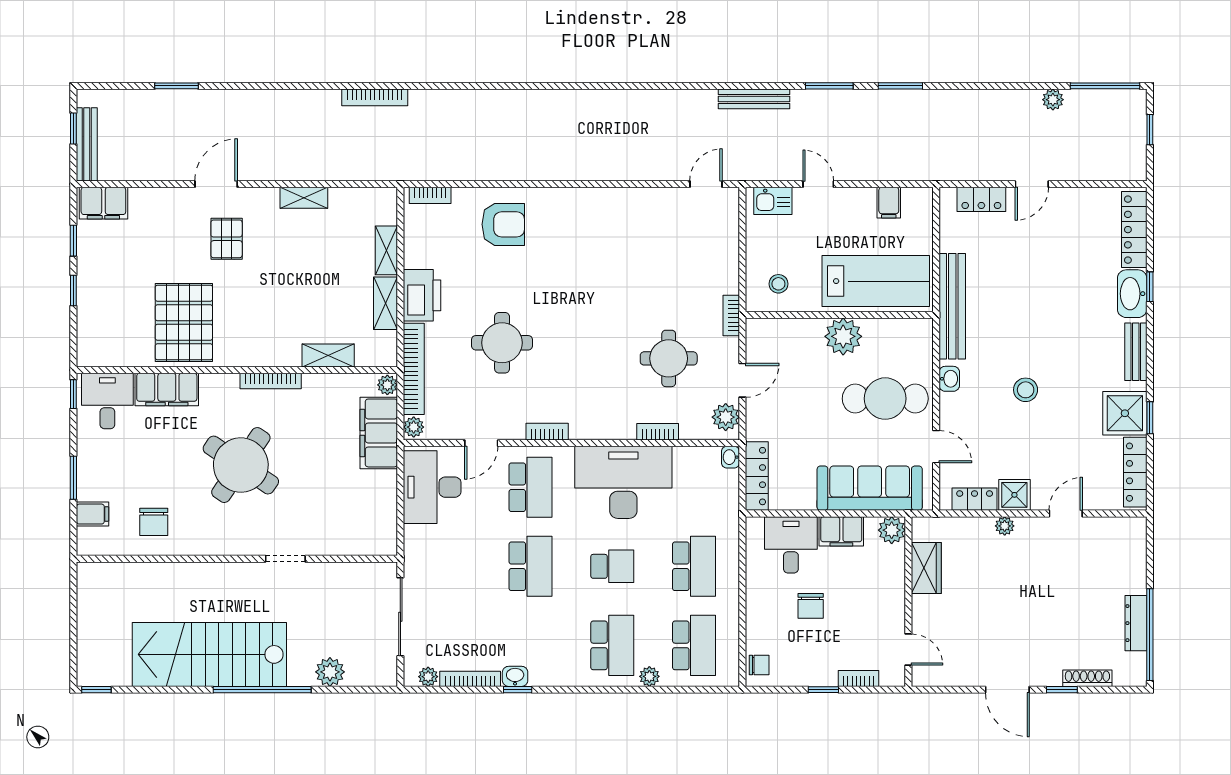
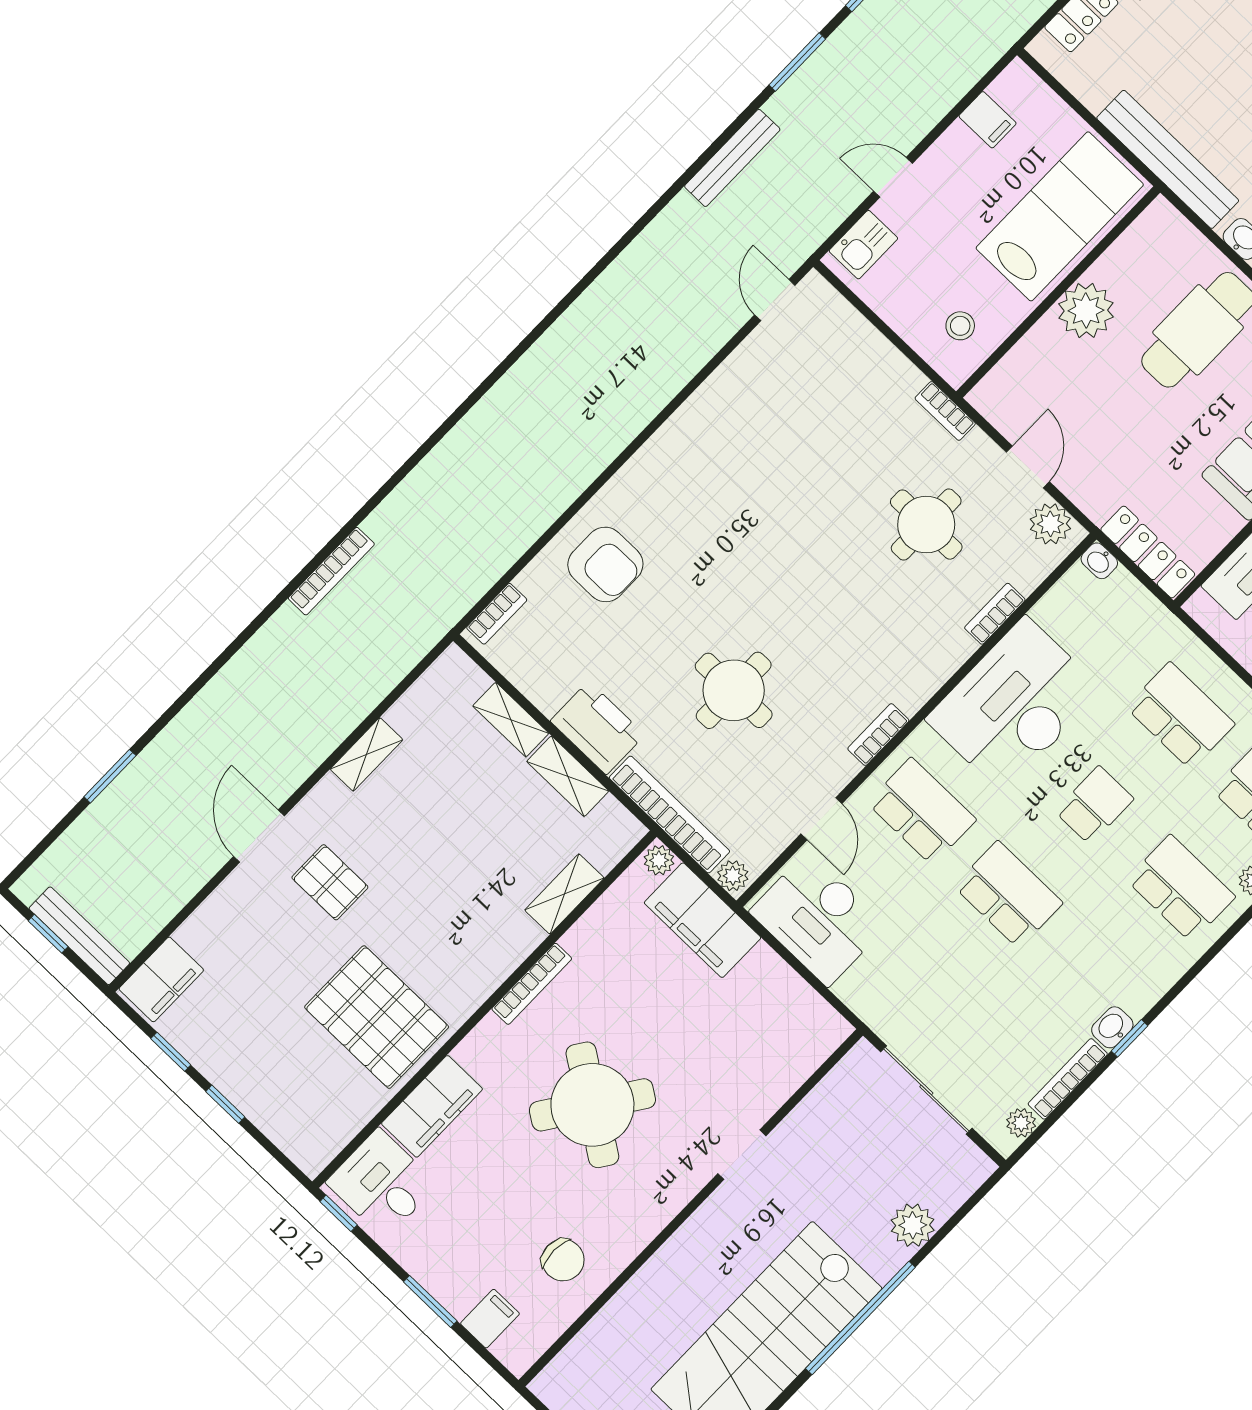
armchair: (503, 224) -> (605, 564), turned 90

